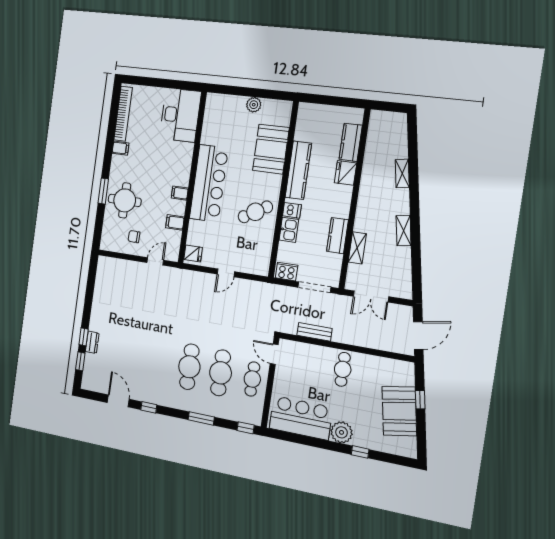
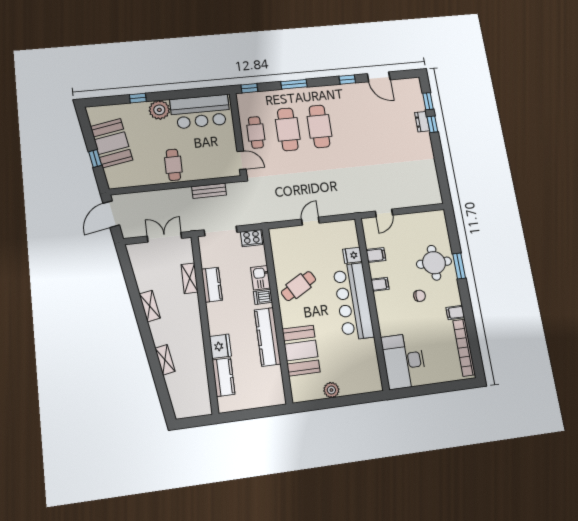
chair: (134, 237) -> (420, 296), moved
fridge: (193, 254) -> (352, 255), moved

